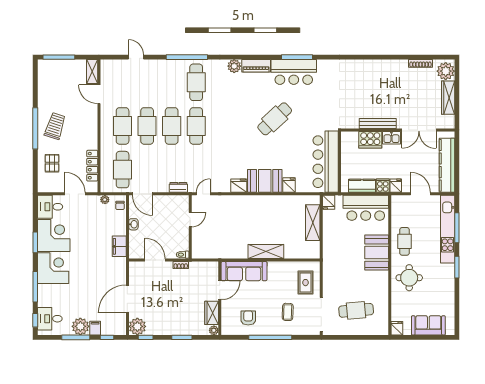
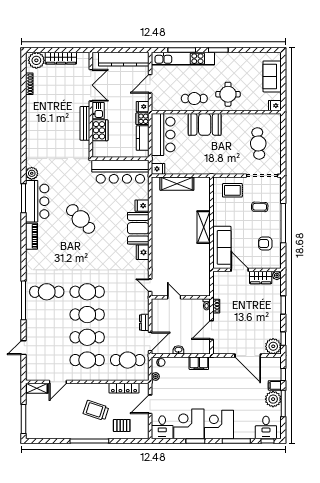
plant: (234, 66) -> (32, 173), moved
trolley: (55, 126) -> (96, 410), moved
dresser: (178, 187) -> (144, 322), moved

